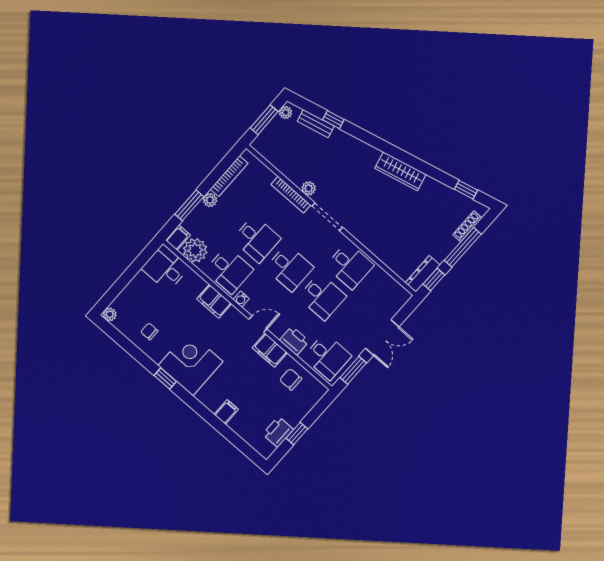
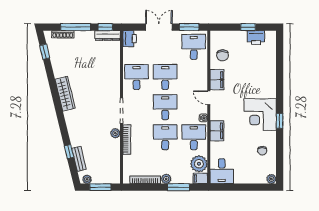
printer: (294, 341) -> (130, 39), moved, turned 180
filing cabinet: (226, 412) -> (269, 74), removed

